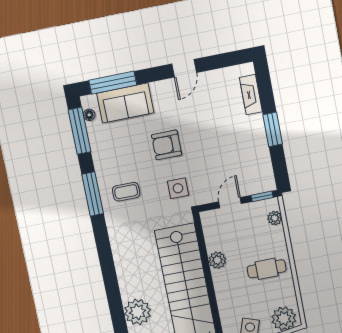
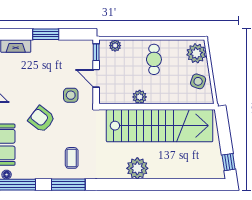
armchair: (167, 145) -> (42, 119), turned 128
side table: (178, 188) -> (71, 95), moved
plant: (137, 312) -> (137, 168), moved

